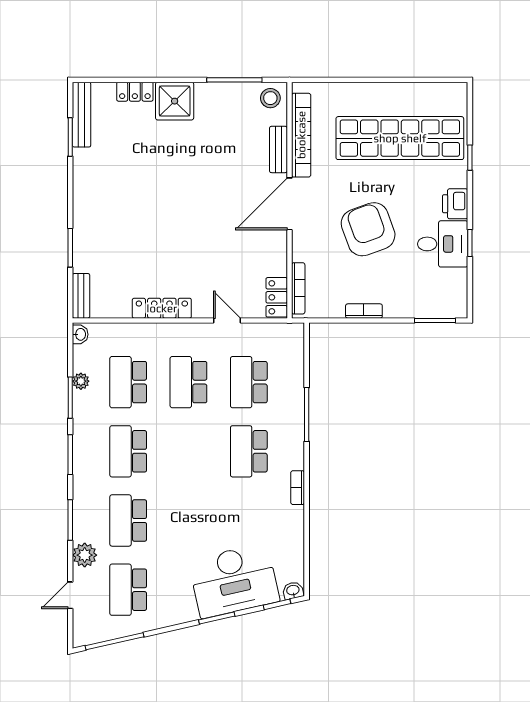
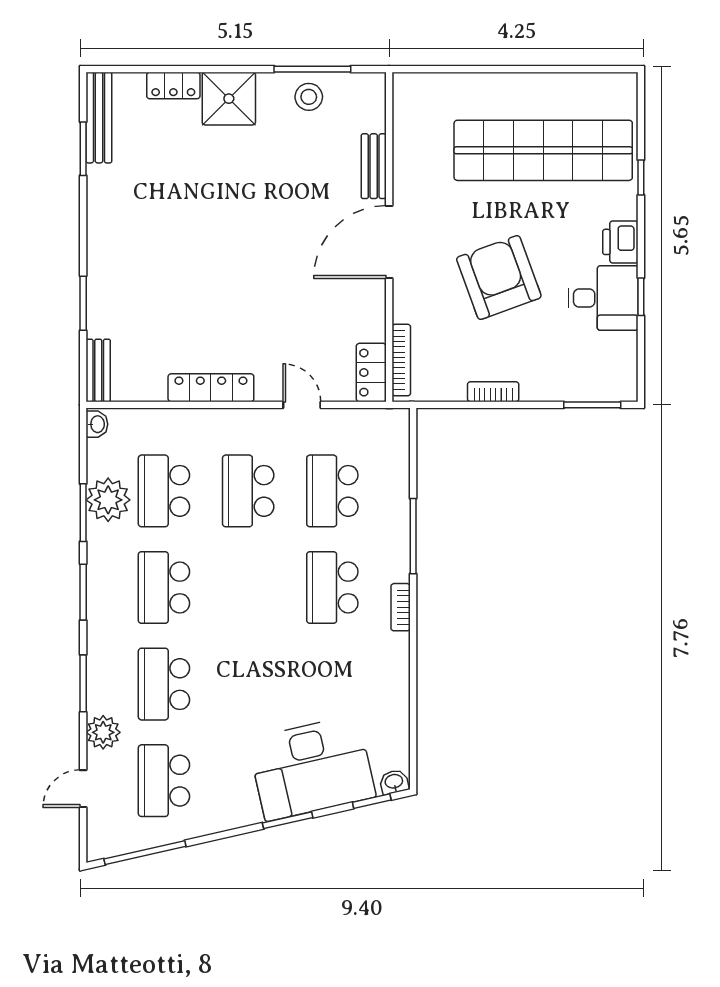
stool: (270, 98) -> (309, 97), moved
bookcase: (301, 135) -> (405, 146), removed
plant: (81, 381) -> (108, 500), width x1.87, depth x1.87
bookcase: (298, 488) -> (401, 607), moved

